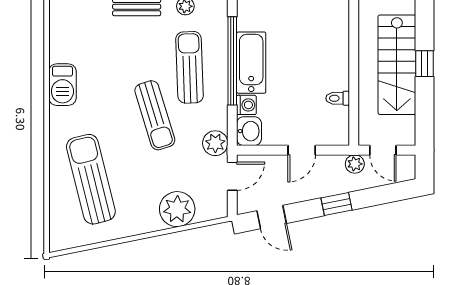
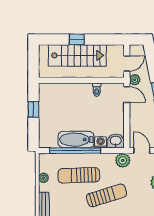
door: (302, 150) -> (127, 94), moved

